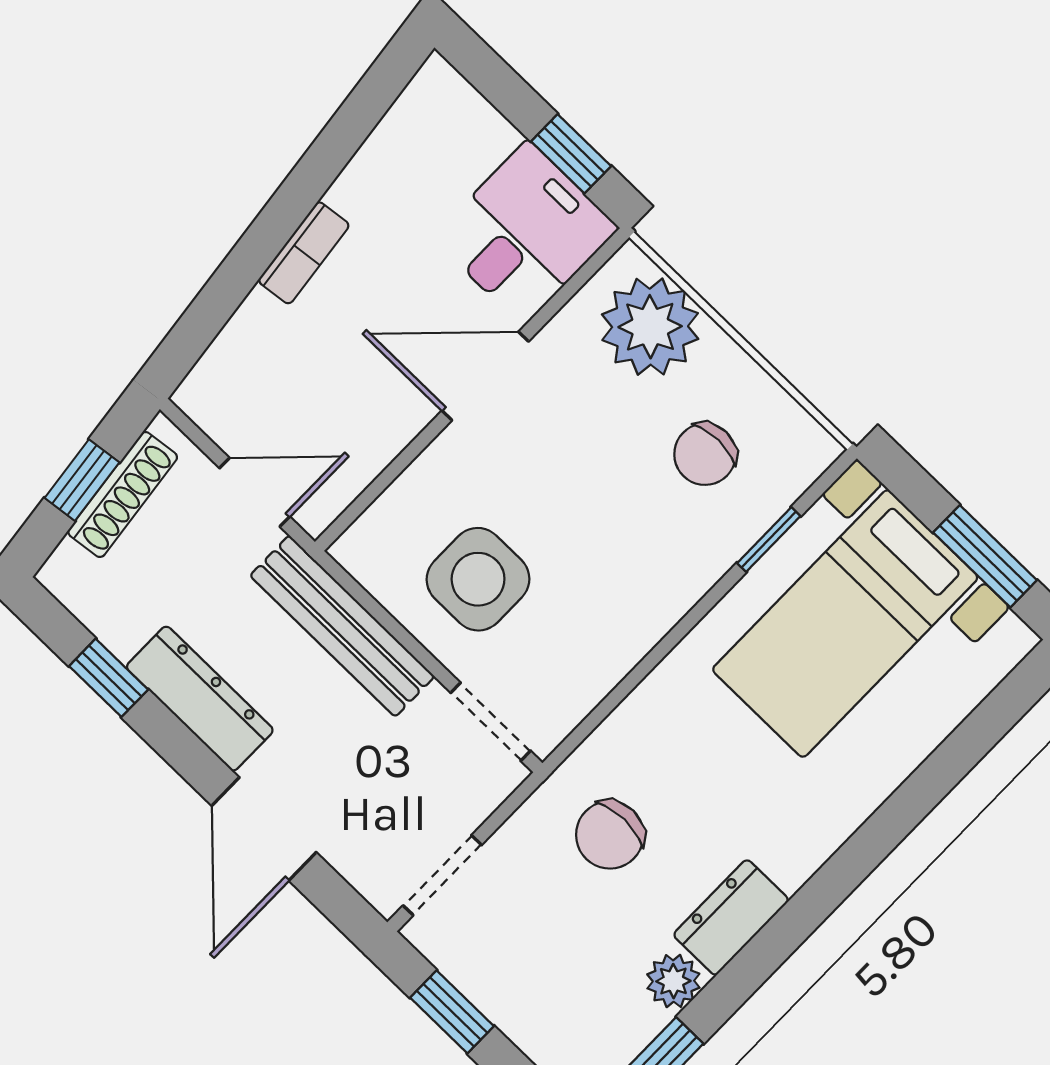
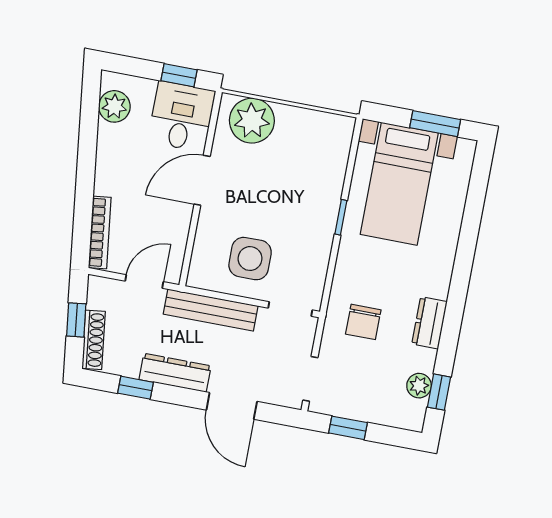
plant: (414, 132) -> (114, 106), added
bookcase: (304, 253) -> (100, 232), moved, width x1.56
chair: (705, 454) -> (304, 155), removed
shoe rack: (123, 494) -> (94, 340), moved
window: (769, 540) -> (341, 217), moved
plant: (673, 981) -> (419, 386), moved

